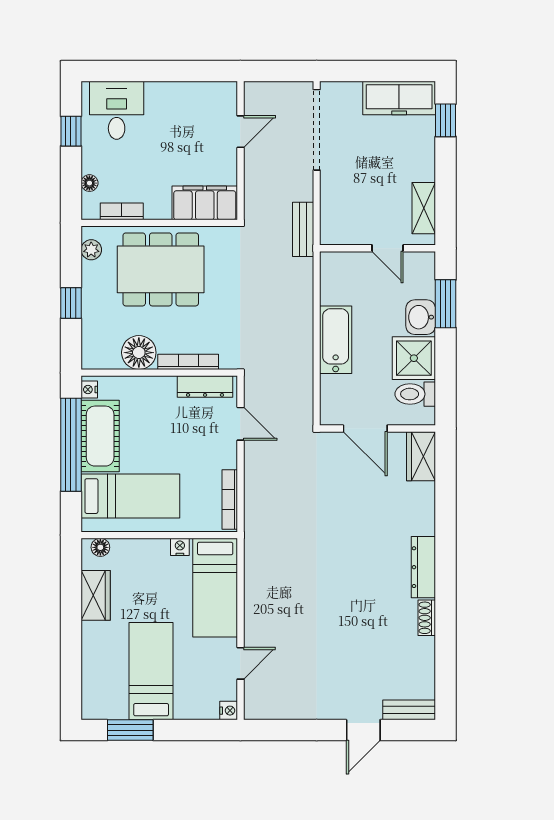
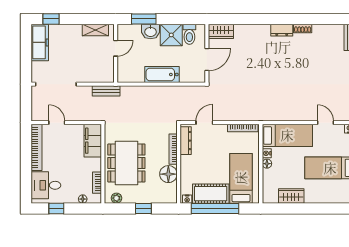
bookcase: (191, 92) -> (36, 147), added
floor lamp: (100, 547) -> (267, 164), moved
dresser: (423, 567) -> (282, 30), width x0.70

